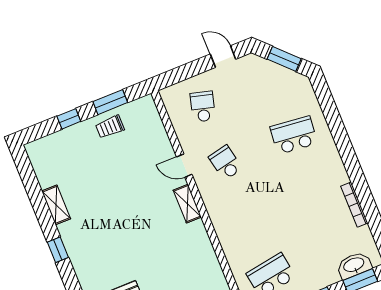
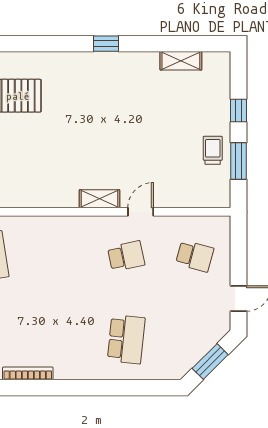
shelving: (56, 205) -> (181, 61), moved

